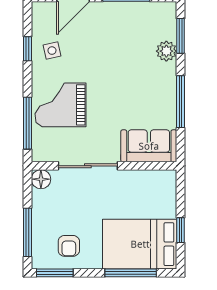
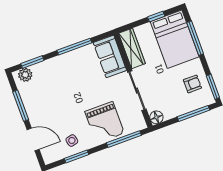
window: (28, 49) -> (76, 156), width x1.50
plant: (166, 51) -> (25, 75), moved
wardrobe: (149, 180) -> (132, 48), added

